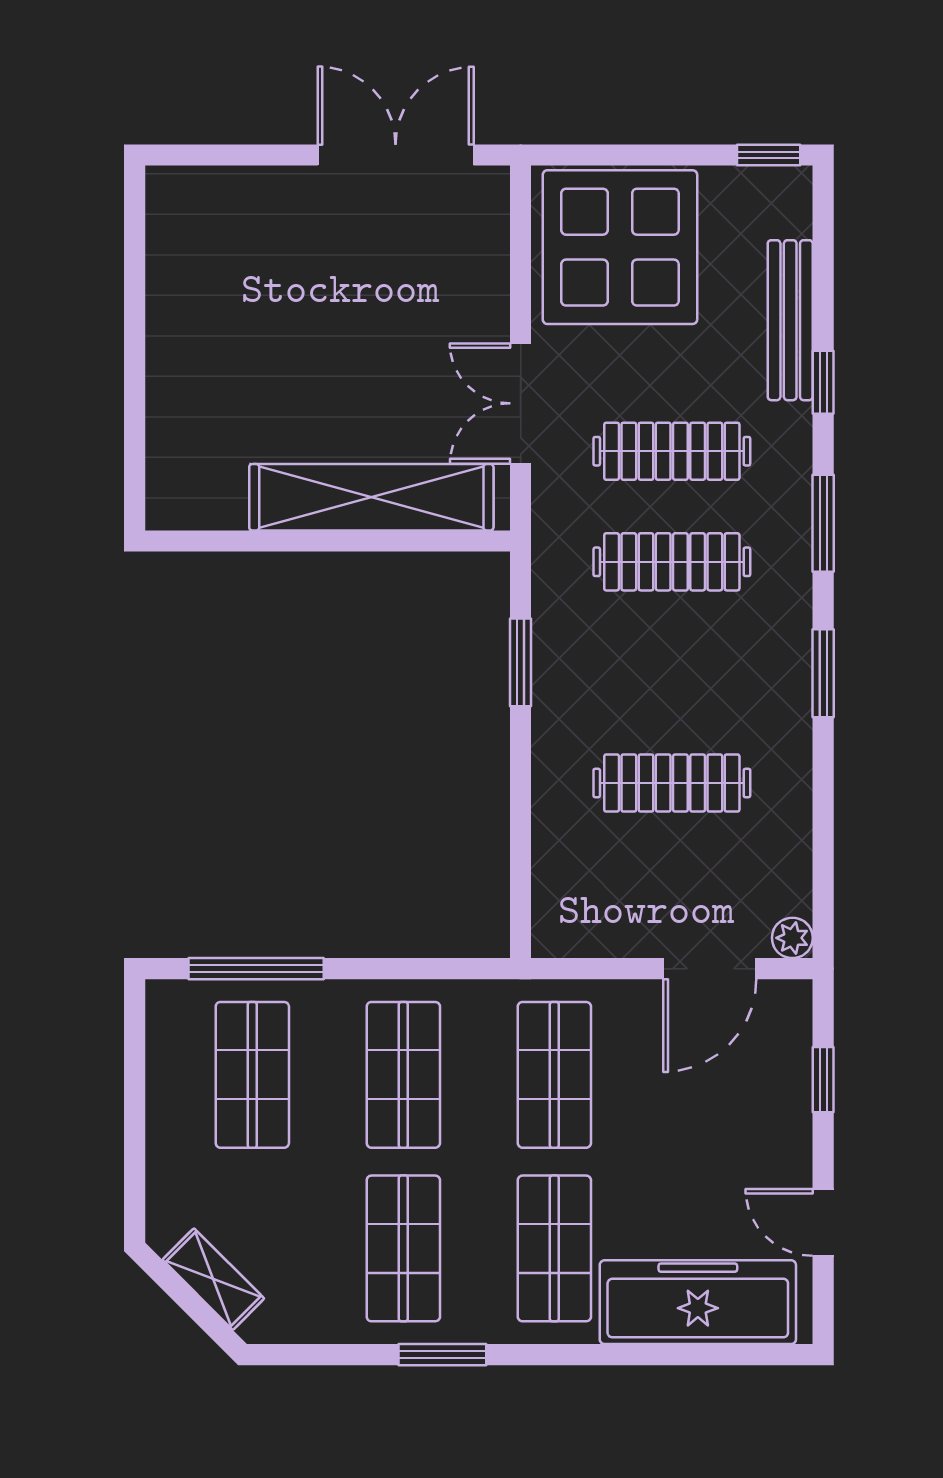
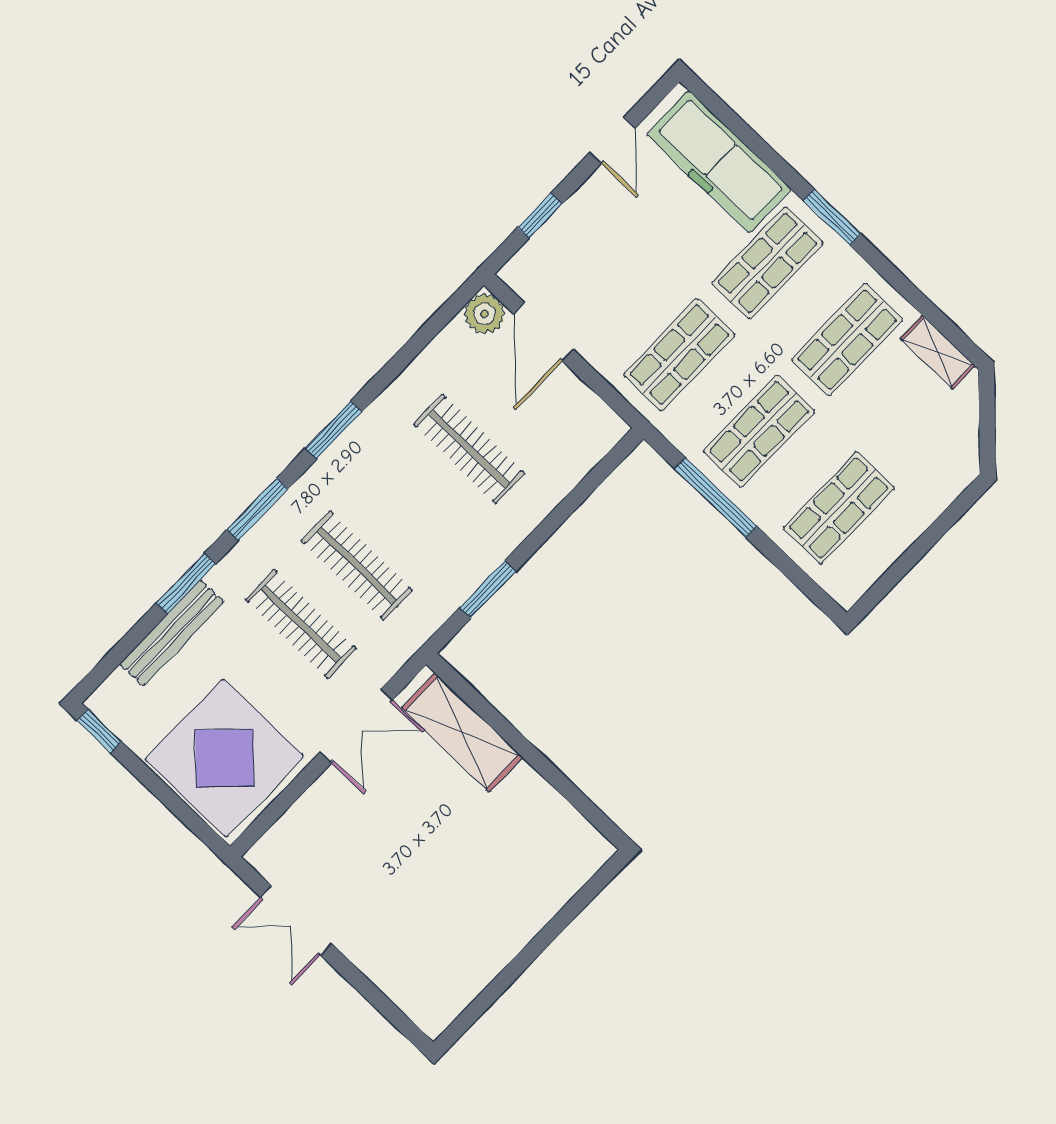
double door: (396, 155) -> (296, 920), width x0.73
window: (823, 382) -> (186, 584), width x1.50
shelving: (371, 497) -> (462, 733), width x0.68
plant: (792, 938) -> (484, 314), width x1.38, depth x1.38
window: (256, 969) -> (716, 498), moved
door: (710, 969) -> (543, 332), swing flipped
shelving: (213, 1279) -> (938, 352), moved, turned -45
window: (442, 1355) -> (832, 217), moved

